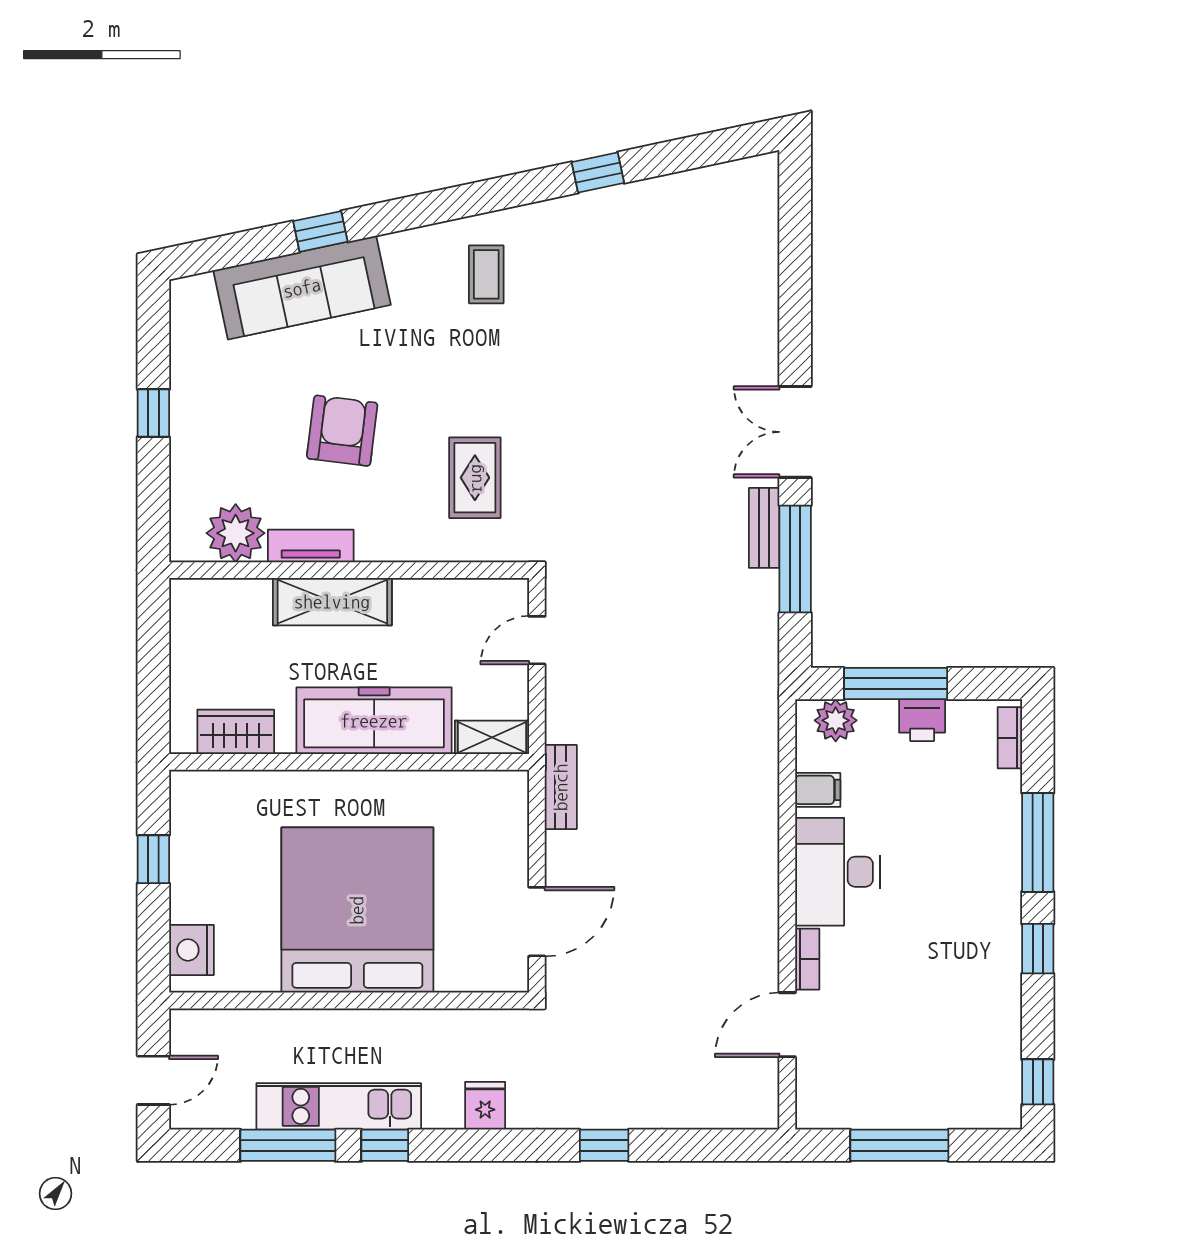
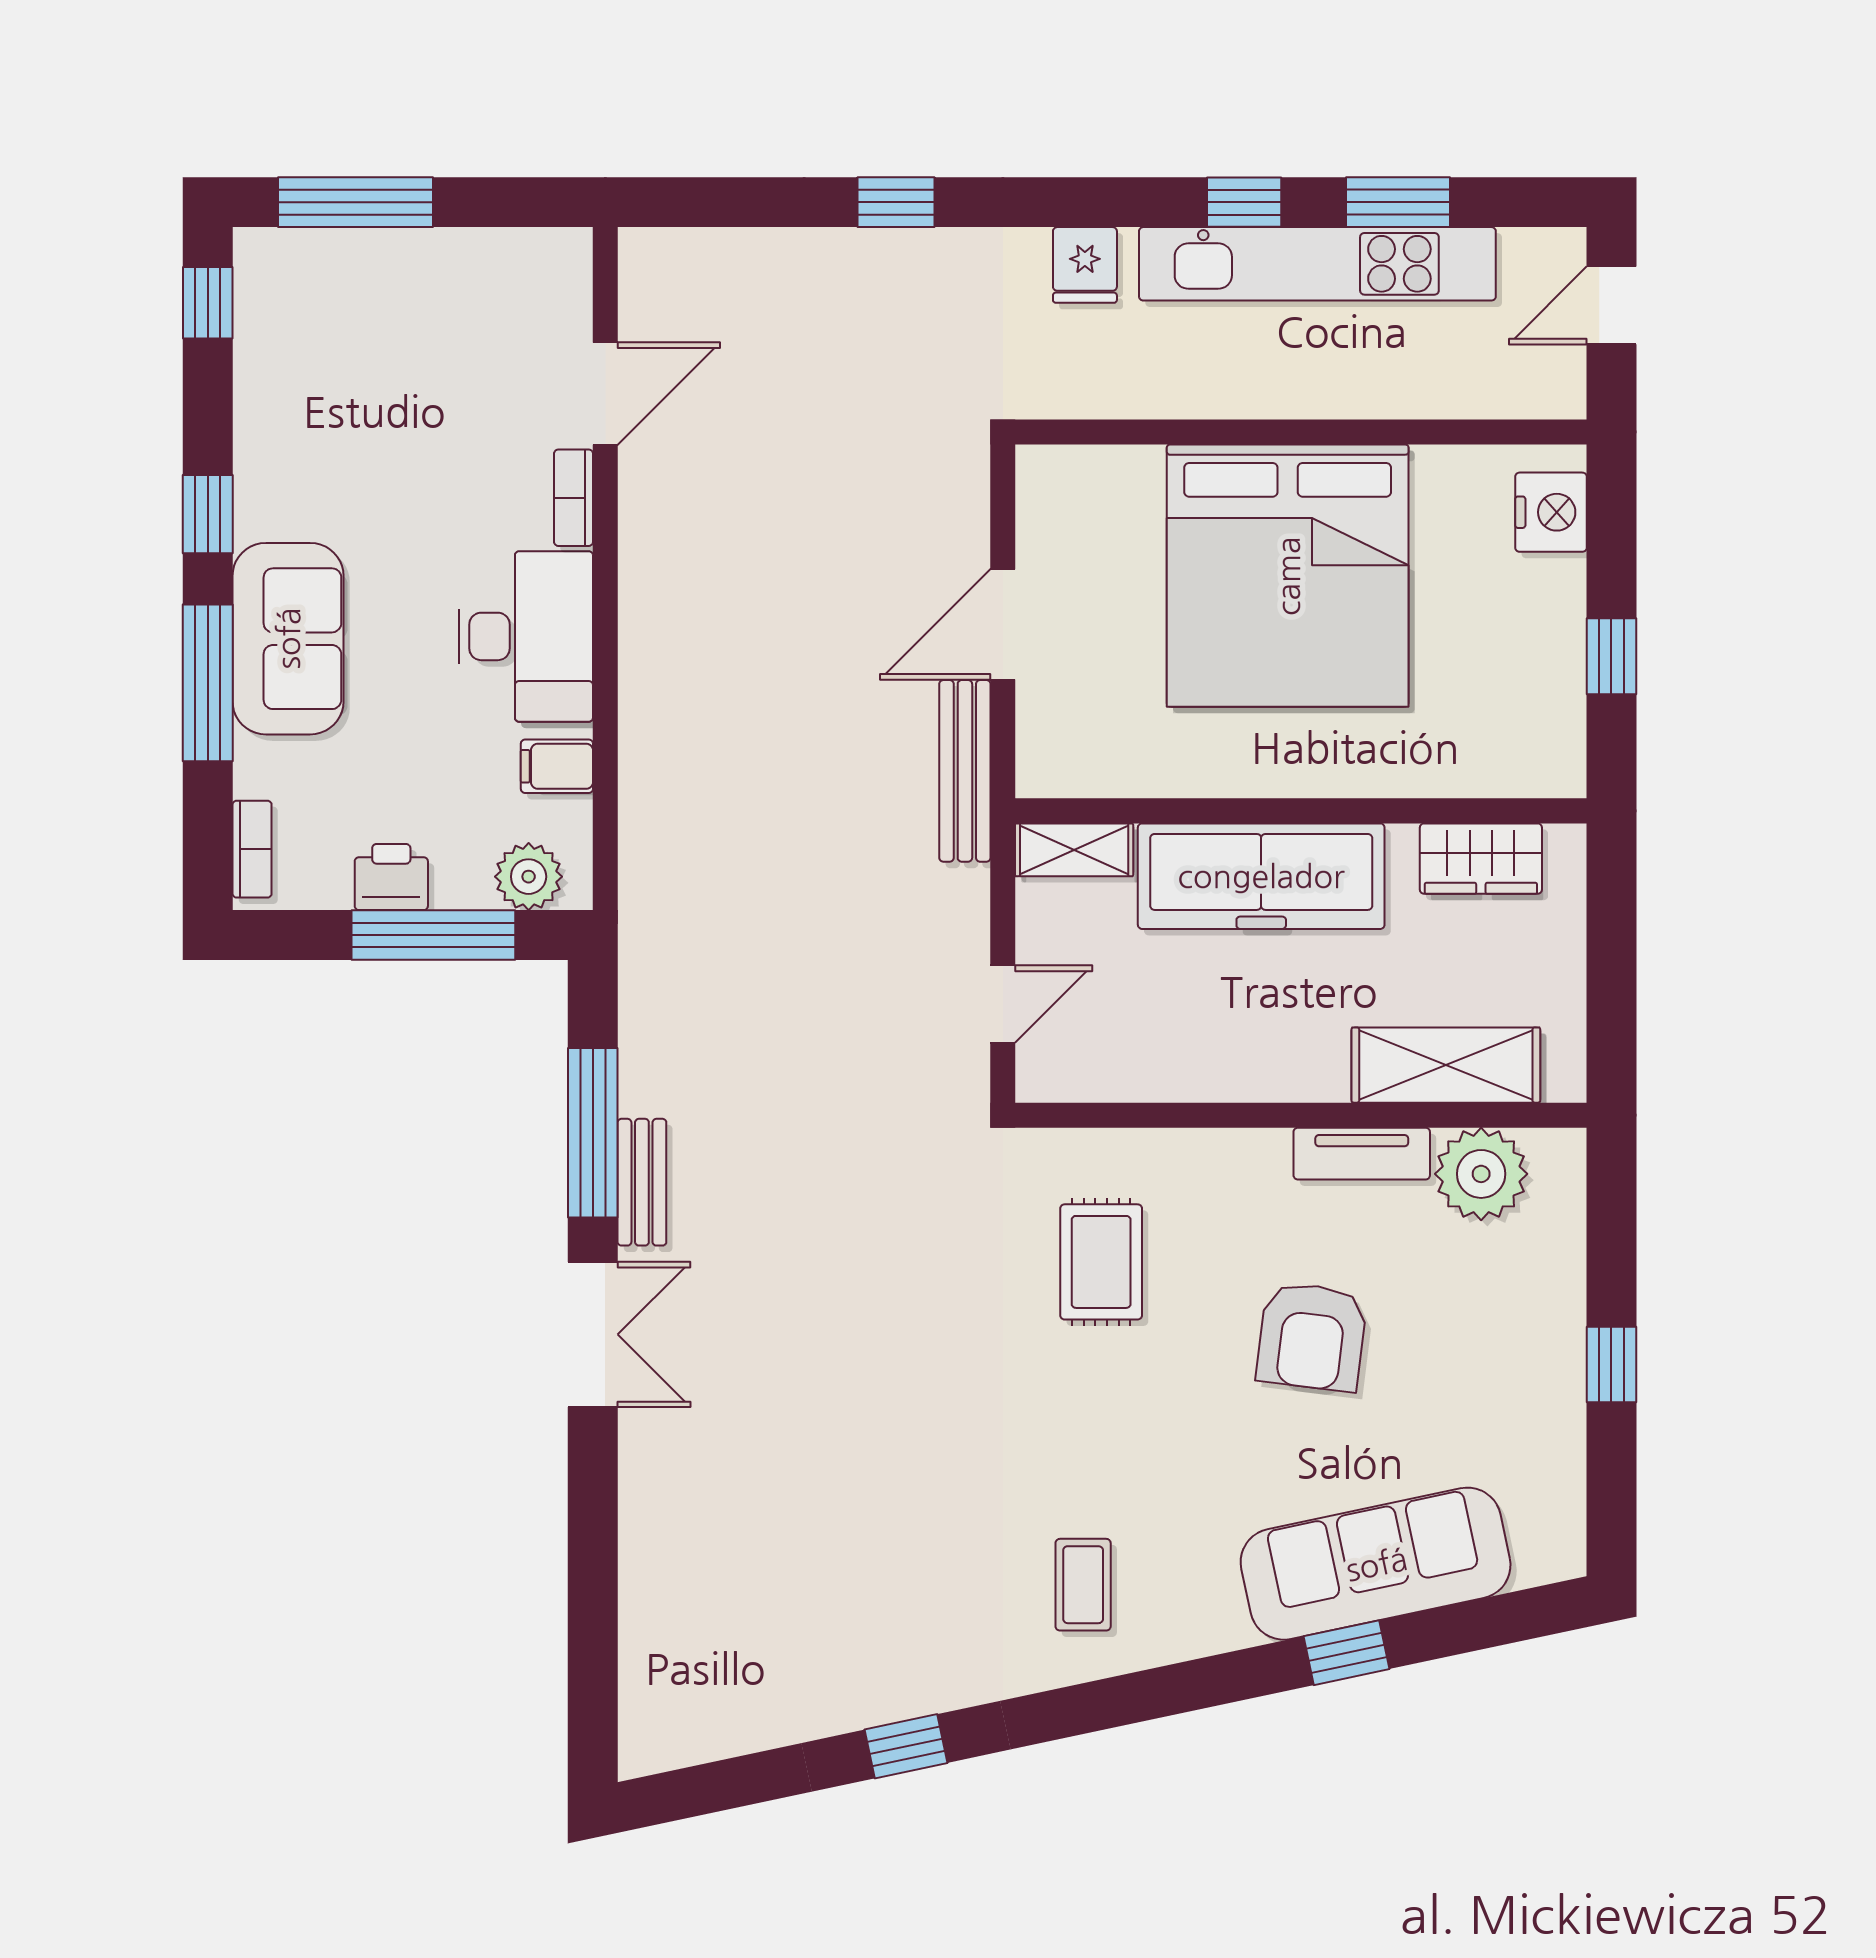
shelving: (332, 602) -> (1446, 1065), moved
bench: (561, 787) -> (965, 771), width x1.36
sofa: (987, 870) -> (288, 639), added
door: (537, 922) -> (1003, 624), moved
kitchen unit: (339, 1106) -> (1317, 264), width x1.36
window: (288, 1145) -> (1398, 202), width x0.69
window: (899, 1145) -> (356, 202), moved

